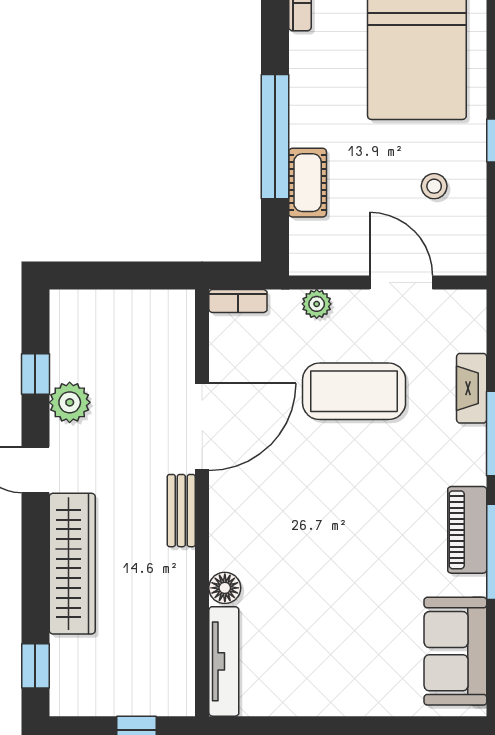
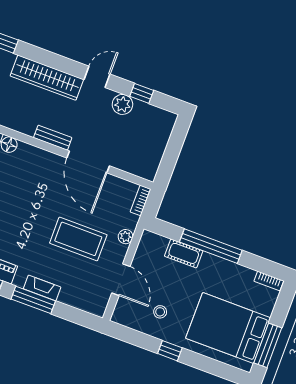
door: (401, 283) -> (121, 280), hinge flipped
fireplace: (472, 388) -> (42, 288), moved
coffee table: (354, 391) -> (78, 239), turned 90

